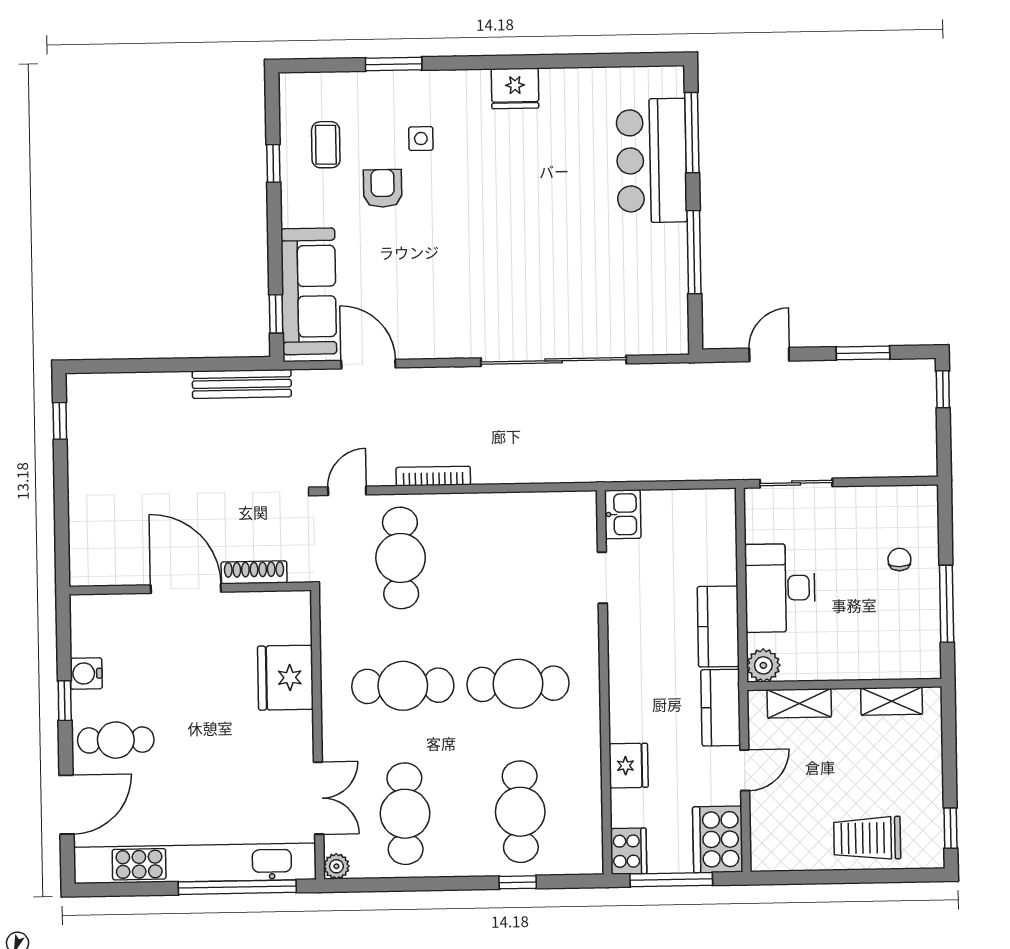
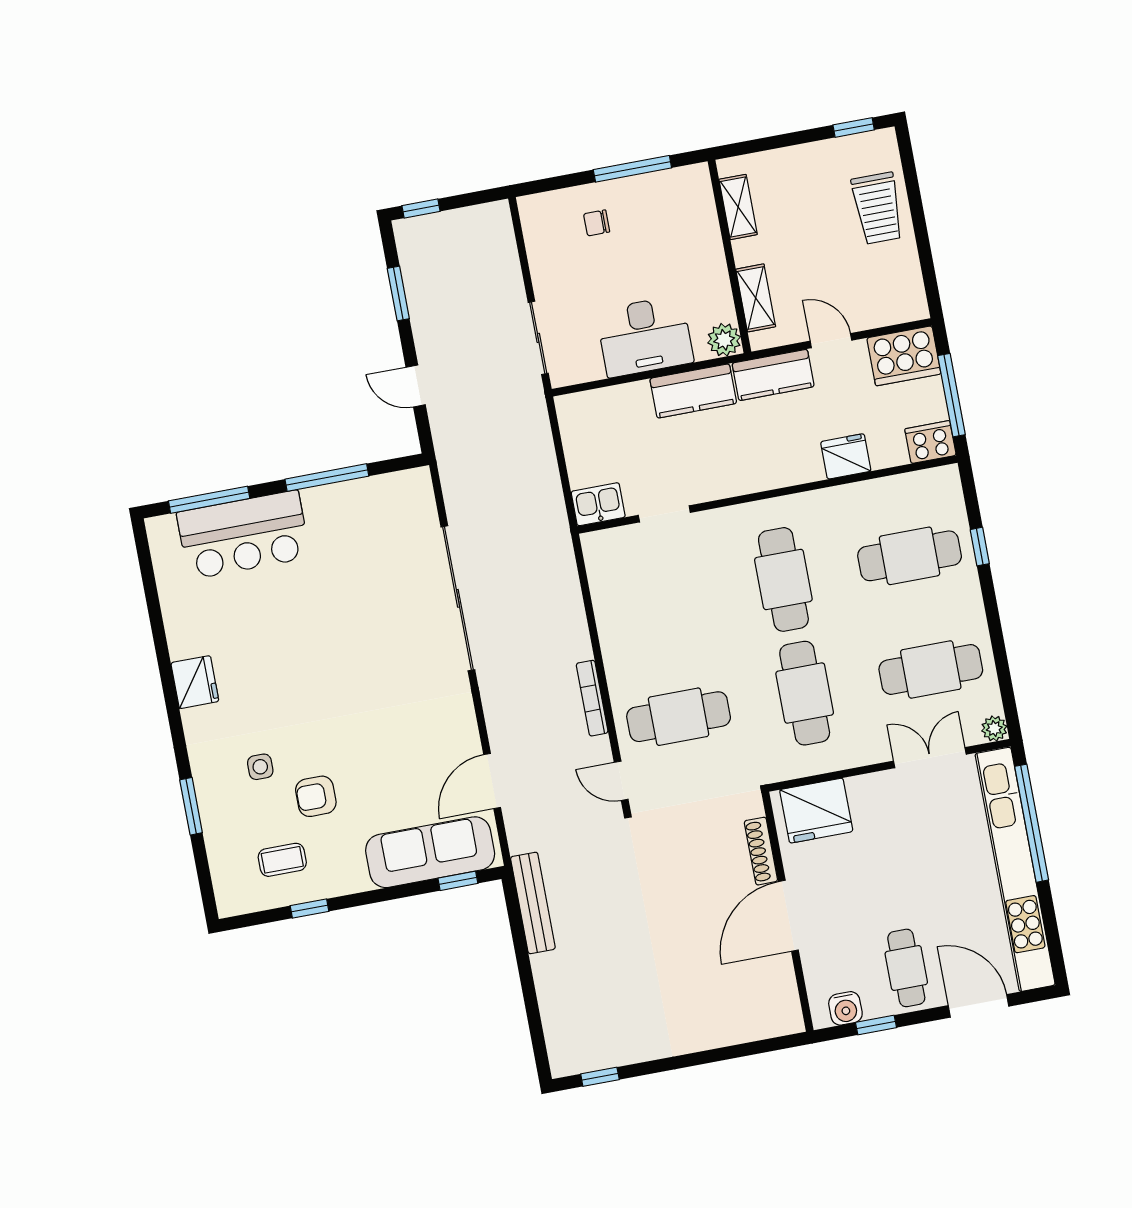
shoe rack: (254, 572) -> (761, 851), moved
door: (186, 588) -> (788, 916), moved
wall: (190, 588) -> (788, 912), moved

